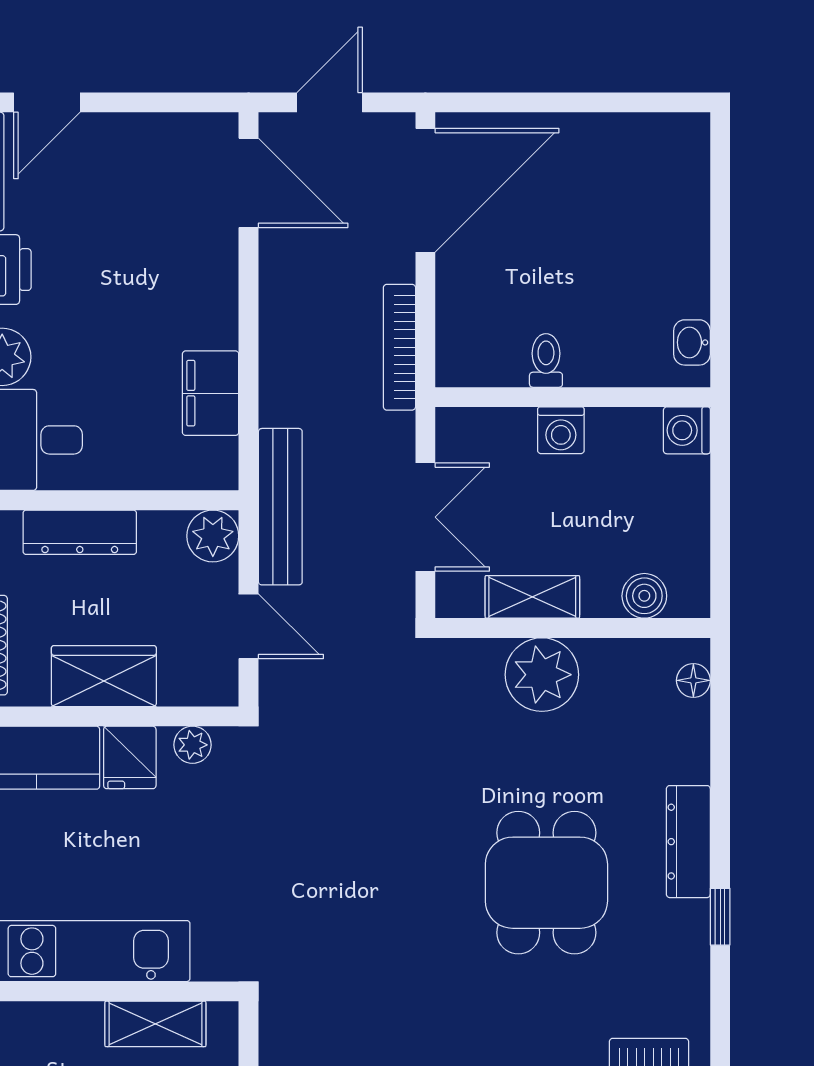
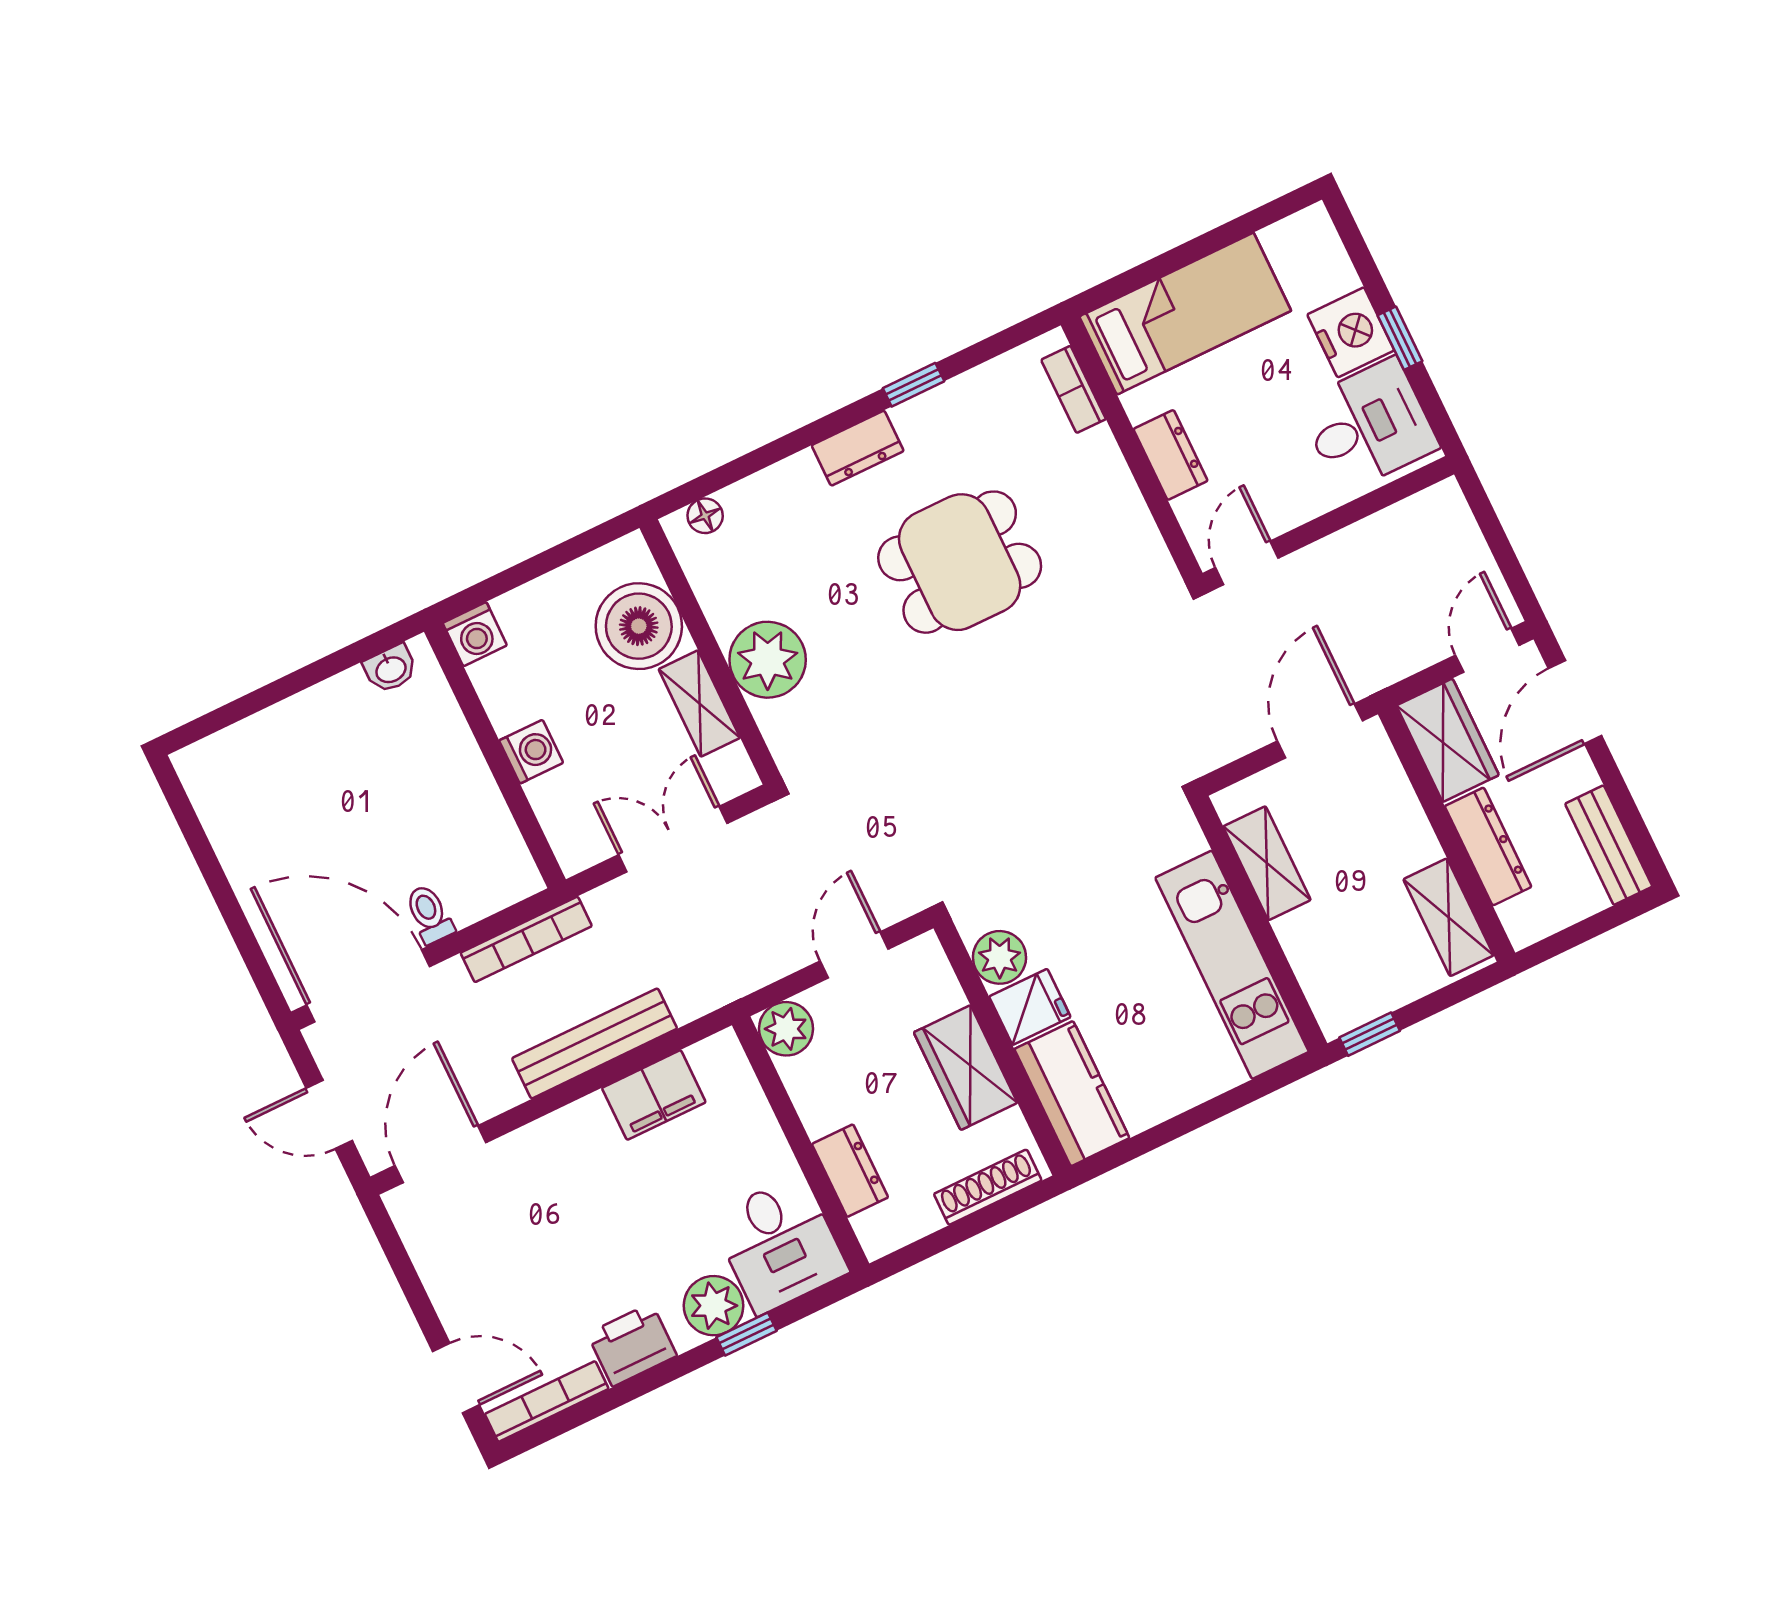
toilet: (546, 360) -> (429, 914), moved, turned 90
bench: (280, 507) -> (595, 1043), moved
dresser: (80, 532) -> (850, 1171), width x0.70
boiler: (644, 596) -> (639, 626), width x1.86, depth x1.86
plant: (192, 745) -> (1000, 957), width x1.38, depth x1.38
dresser: (688, 842) -> (858, 448), width x0.70

